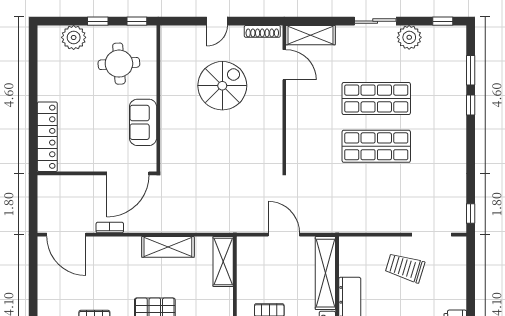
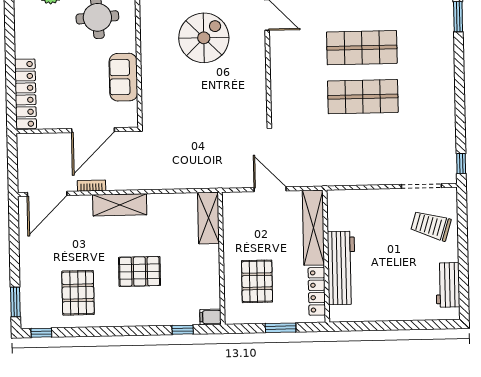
window: (471, 105) -> (459, 52), removed
door: (128, 173) -> (93, 130), moved
door: (66, 235) -> (47, 194), hinge flipped
shelving: (168, 247) -> (120, 205), moved
trolley: (405, 268) -> (431, 226), moved

